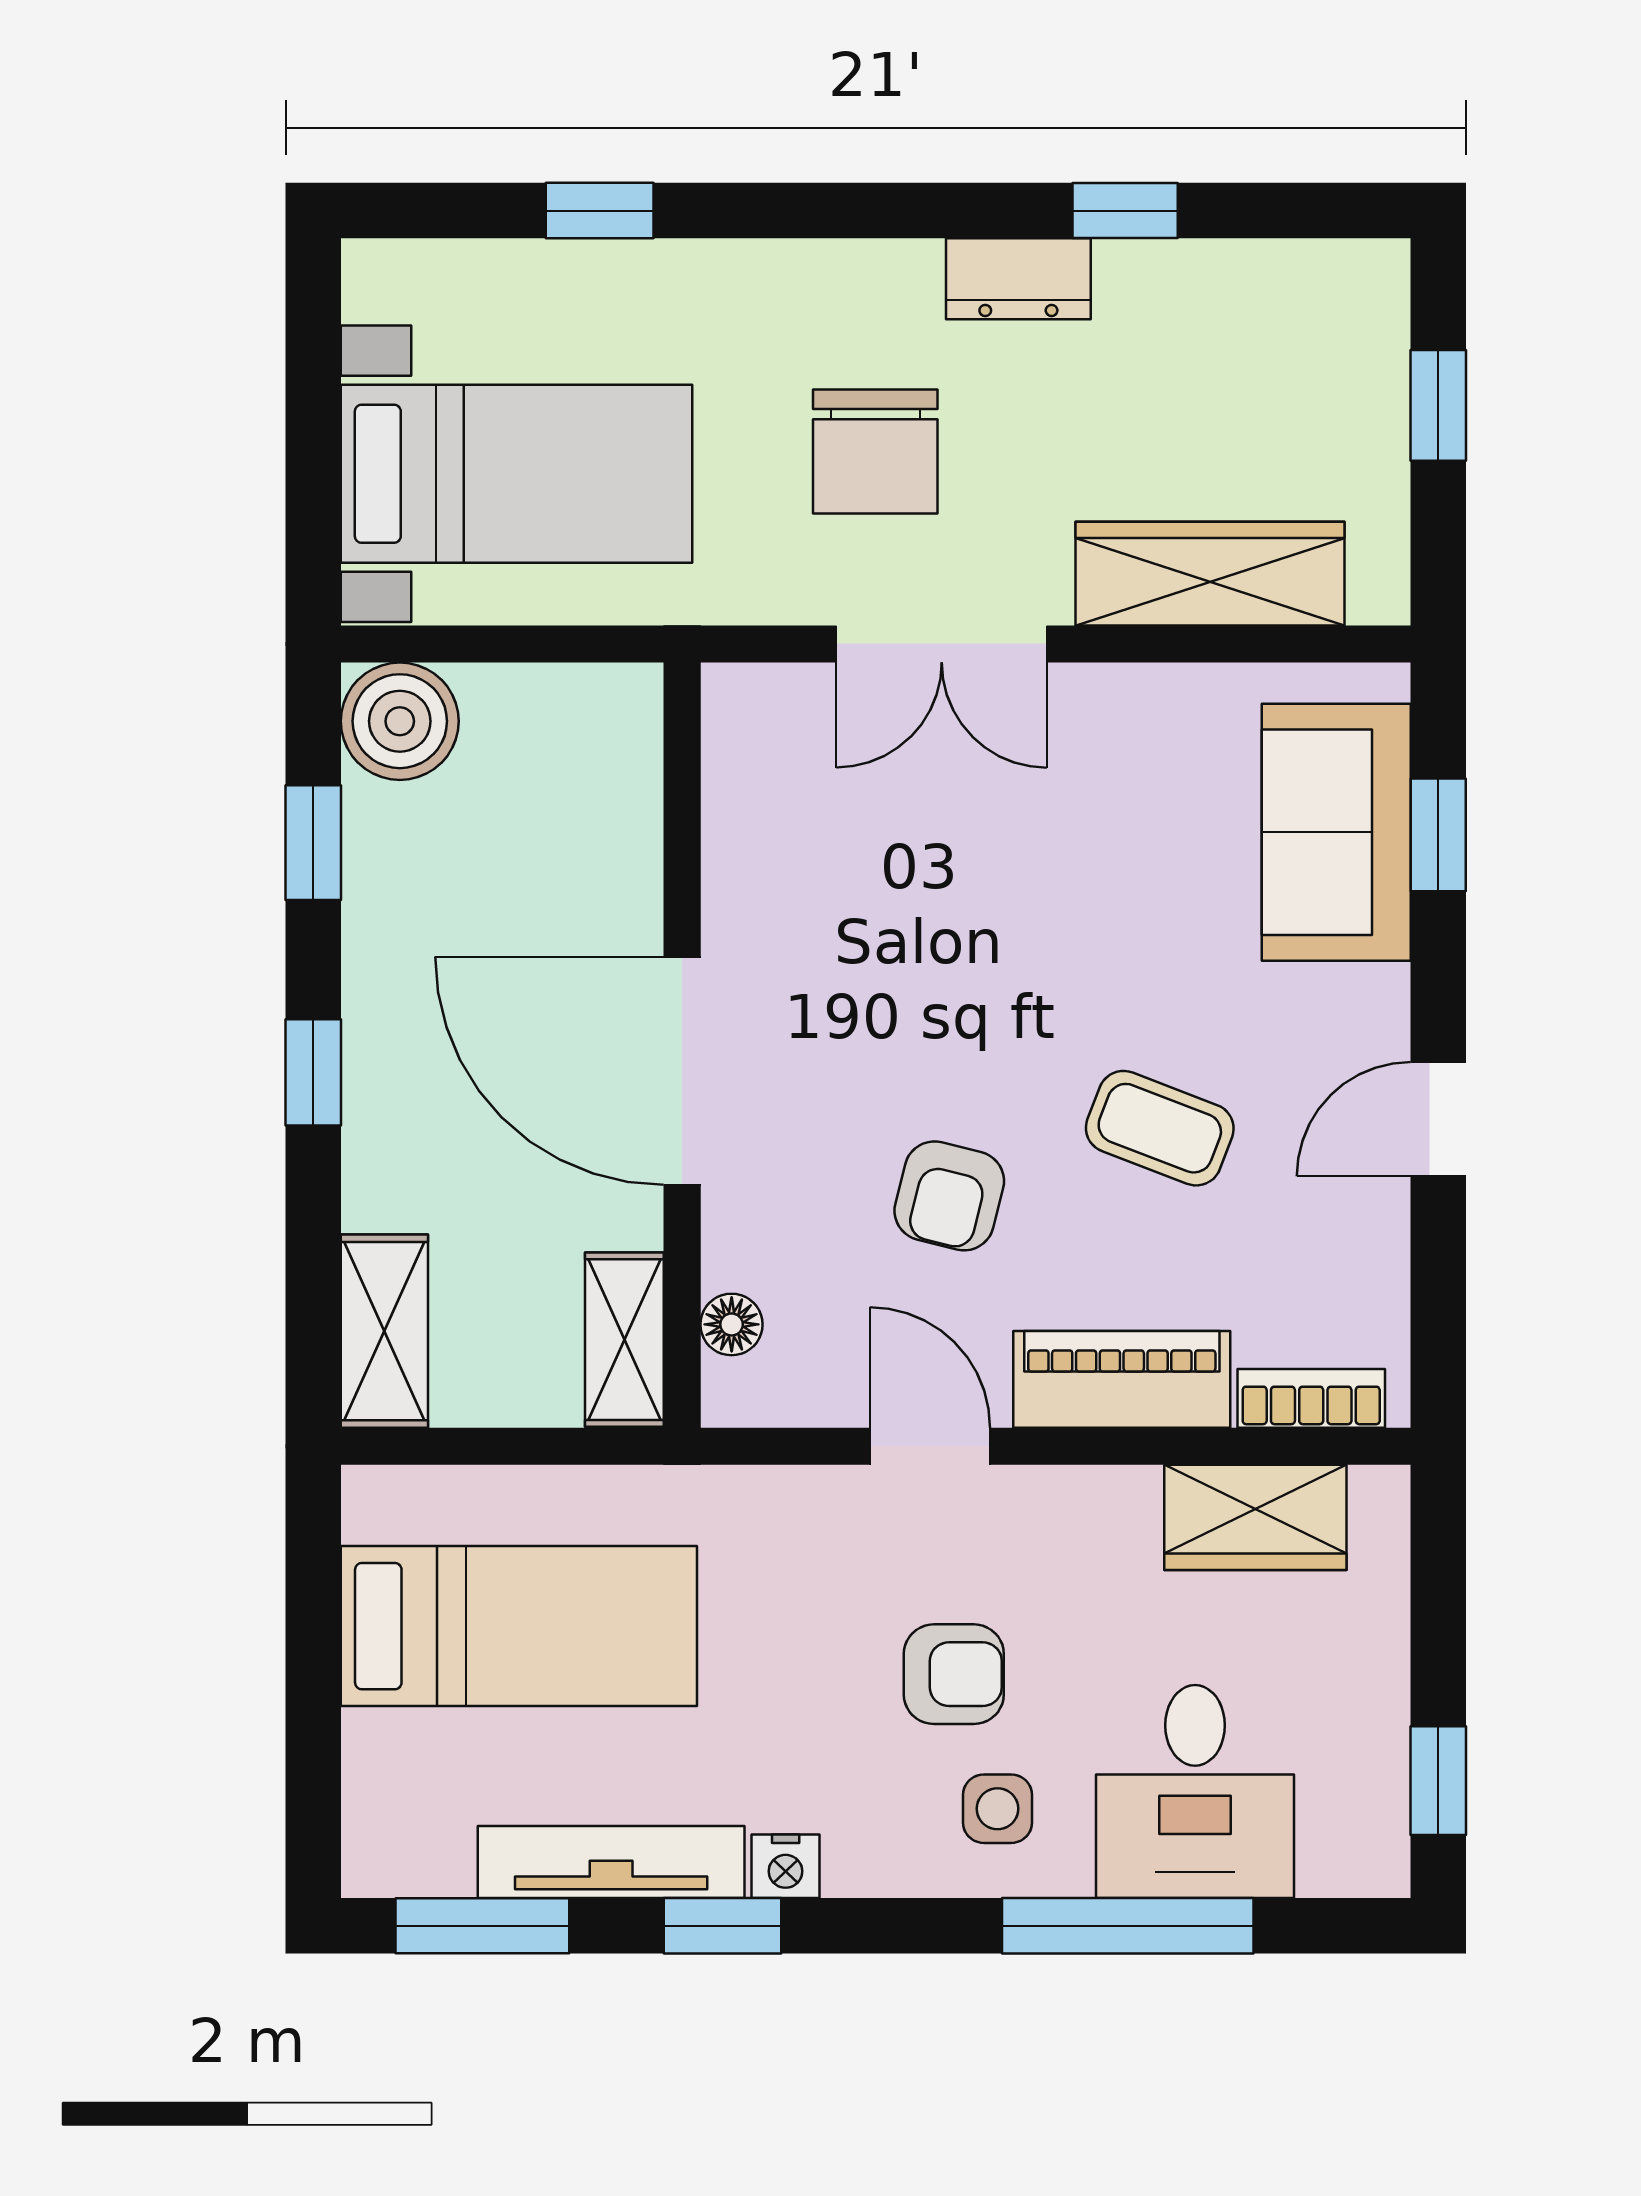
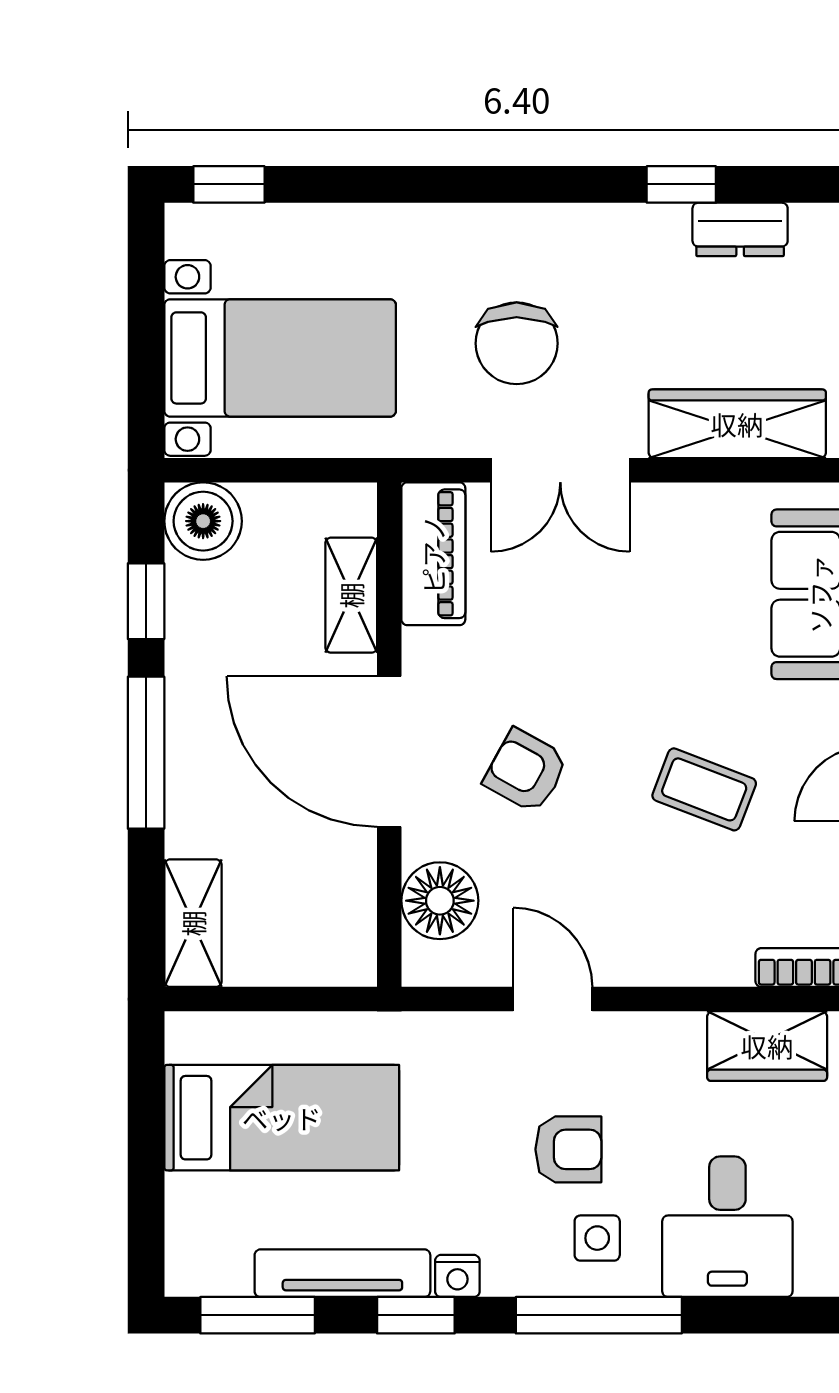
window: (600, 211) -> (229, 184), moved
dresser: (1018, 279) -> (740, 229), moved
window: (313, 1072) -> (146, 753), width x2.17
armchair: (949, 1196) -> (526, 771), moved, turned 105
floor lamp: (732, 1324) -> (440, 901), width x1.89, depth x1.89
shelving: (624, 1340) -> (351, 595), moved
piano: (1122, 1379) -> (433, 554), moved, turned 90
window: (1128, 1926) -> (599, 1315), moved

